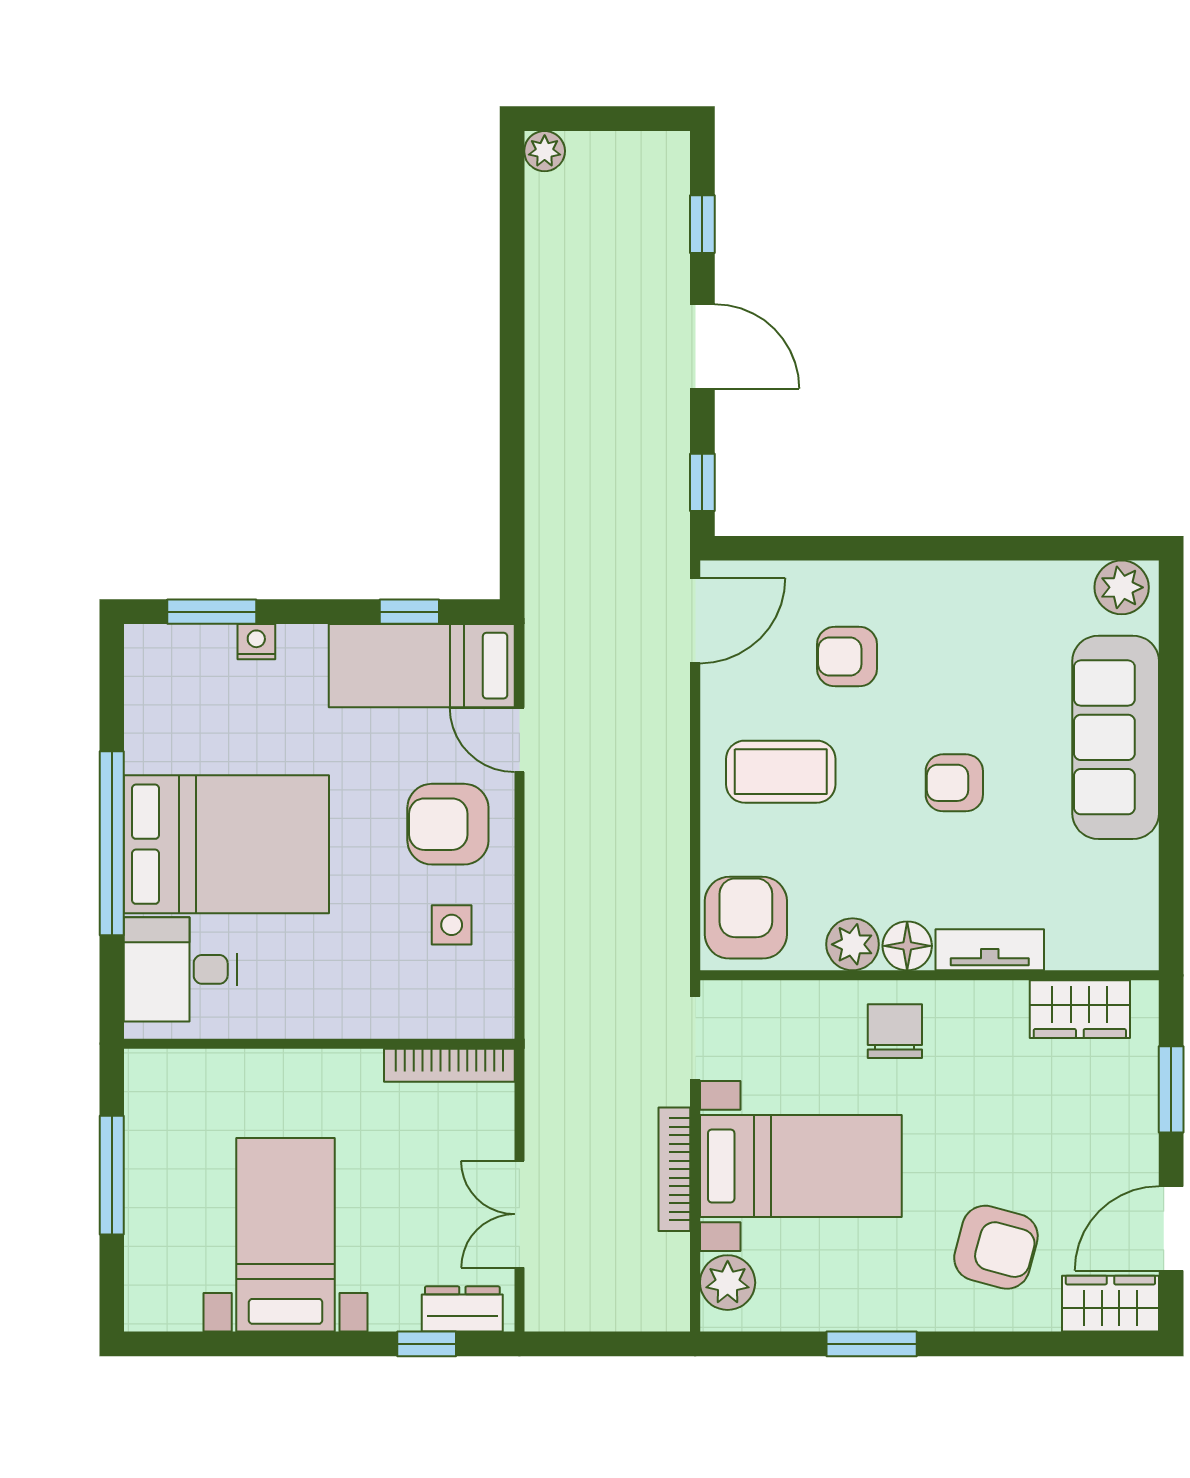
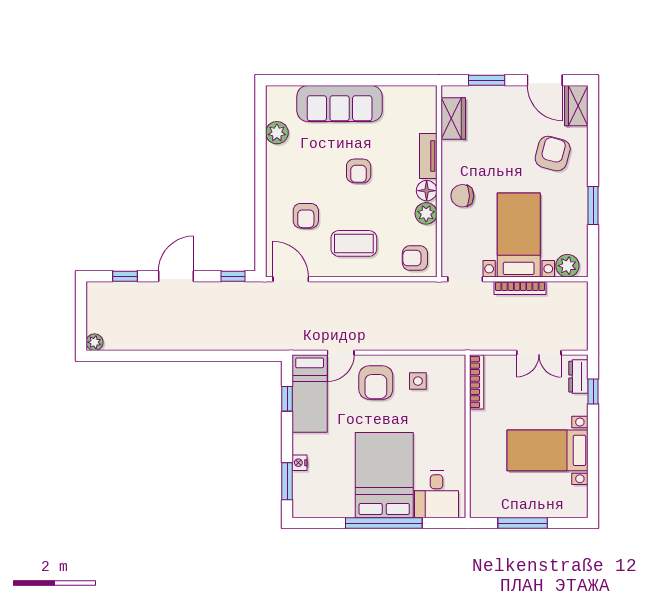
plant: (1122, 587) -> (277, 133), moved
coffee table: (781, 772) -> (354, 243), turned 90
armchair: (746, 918) -> (415, 258), width x0.72, depth x0.72

